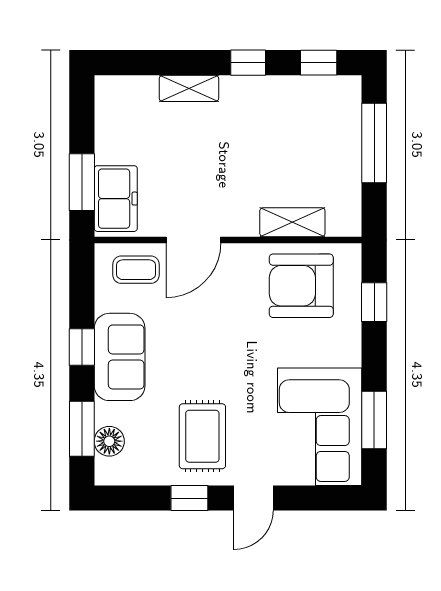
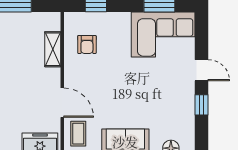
armchair: (301, 286) -> (87, 44), width x0.53, depth x0.53
rug: (202, 436) -> (168, 98), removed

